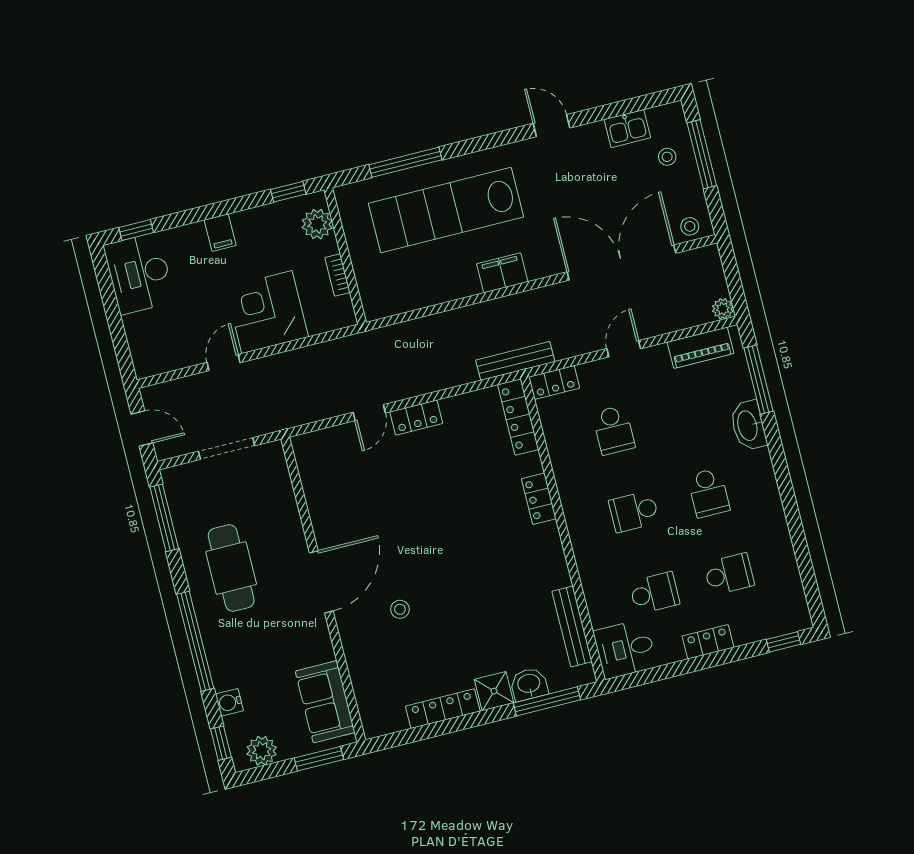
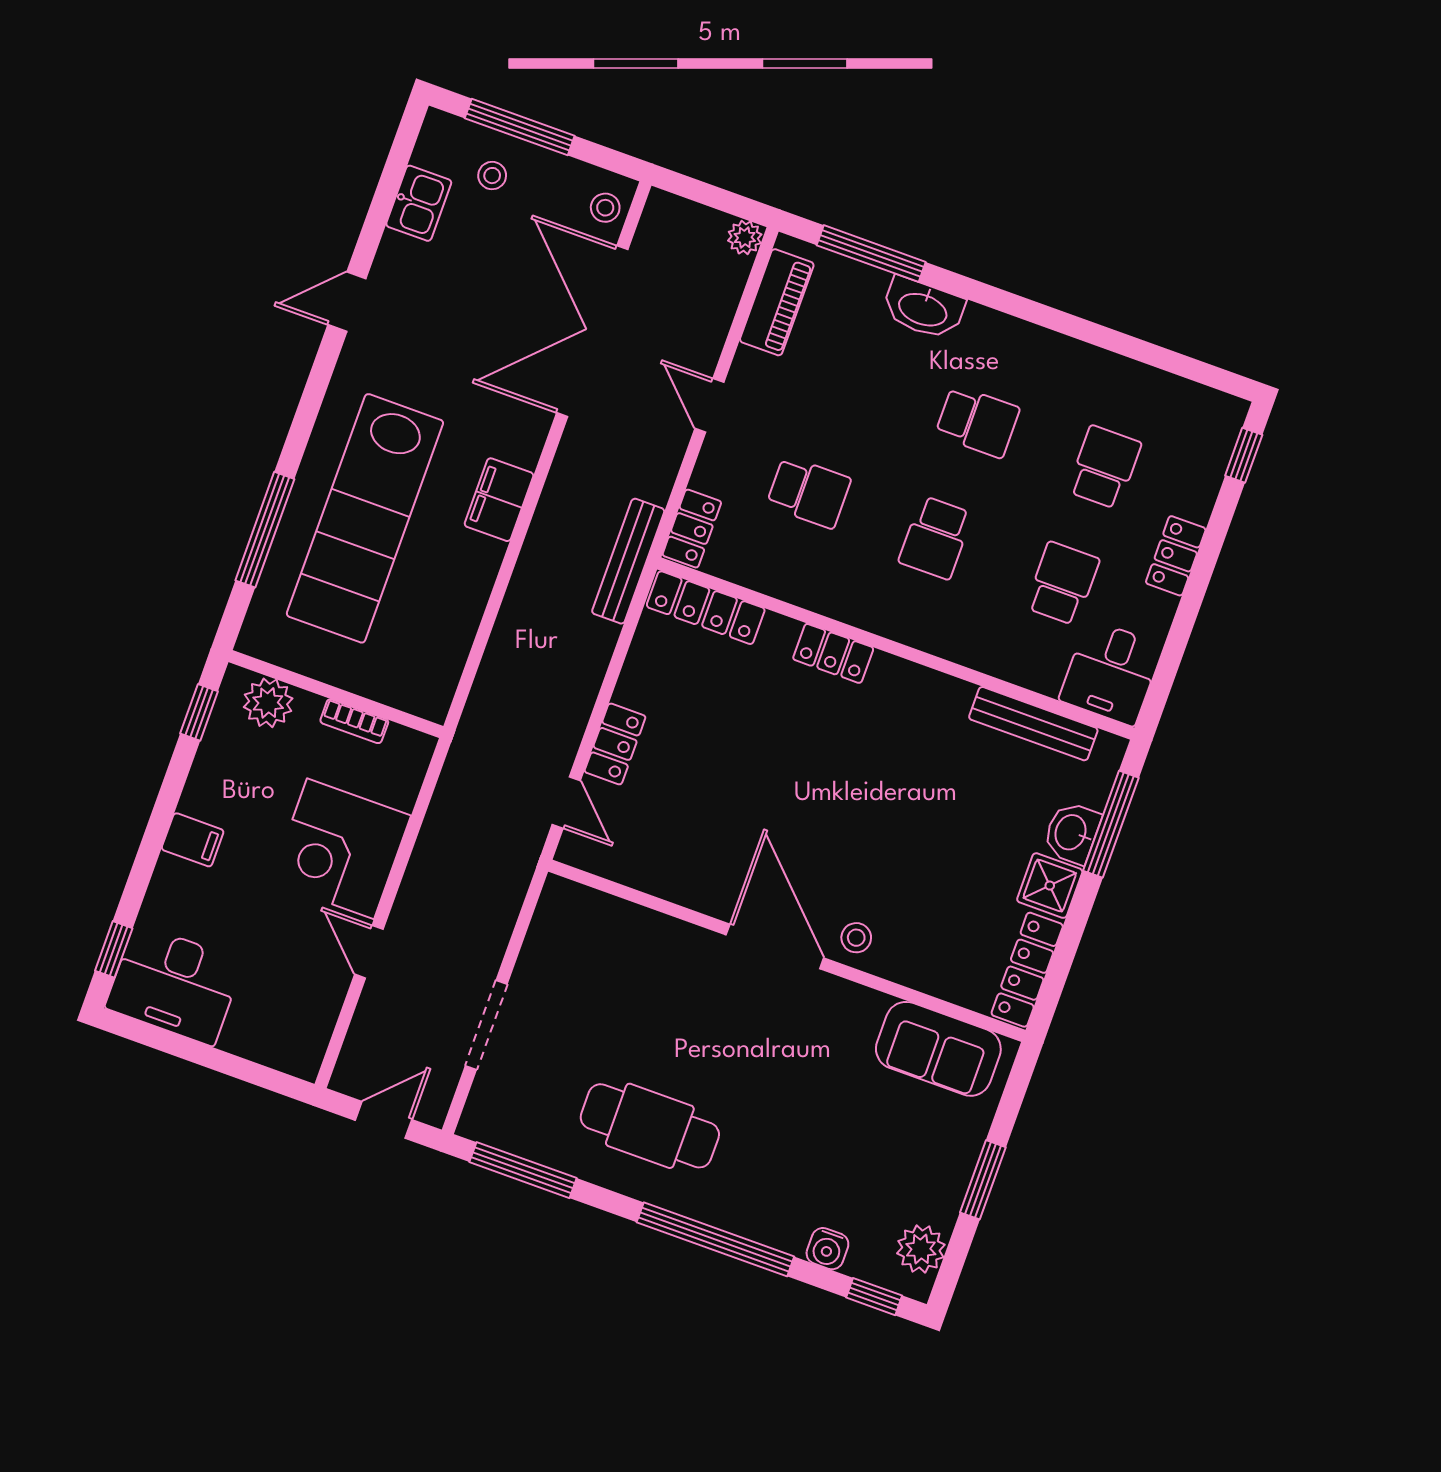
door: (321, 582) -> (775, 946), moved
wall: (323, 590) -> (787, 951), moved
sofa: (325, 702) -> (938, 1049), moved

